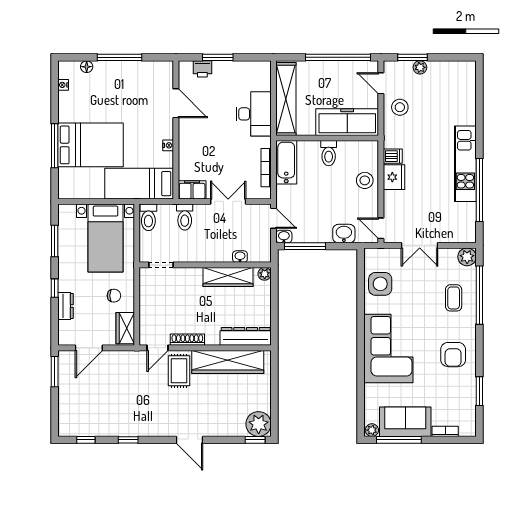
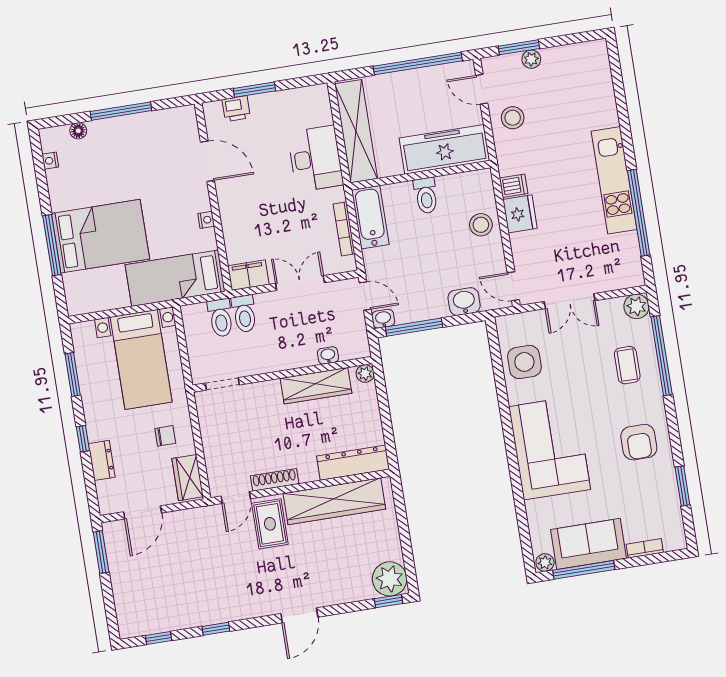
toilet: (148, 217) -> (221, 318), moved
door: (190, 440) -> (299, 615), hinge flipped

